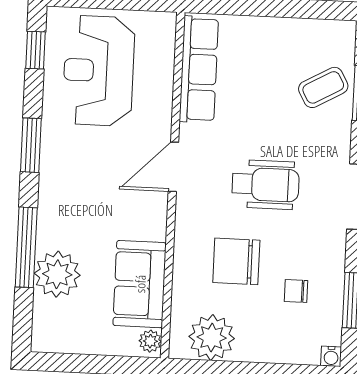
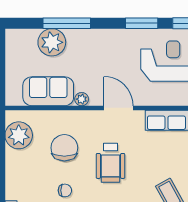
window: (31, 145) -> (142, 23), moved
chair: (296, 291) -> (65, 190), moved, turned 90
plant: (150, 341) -> (82, 99), moved

